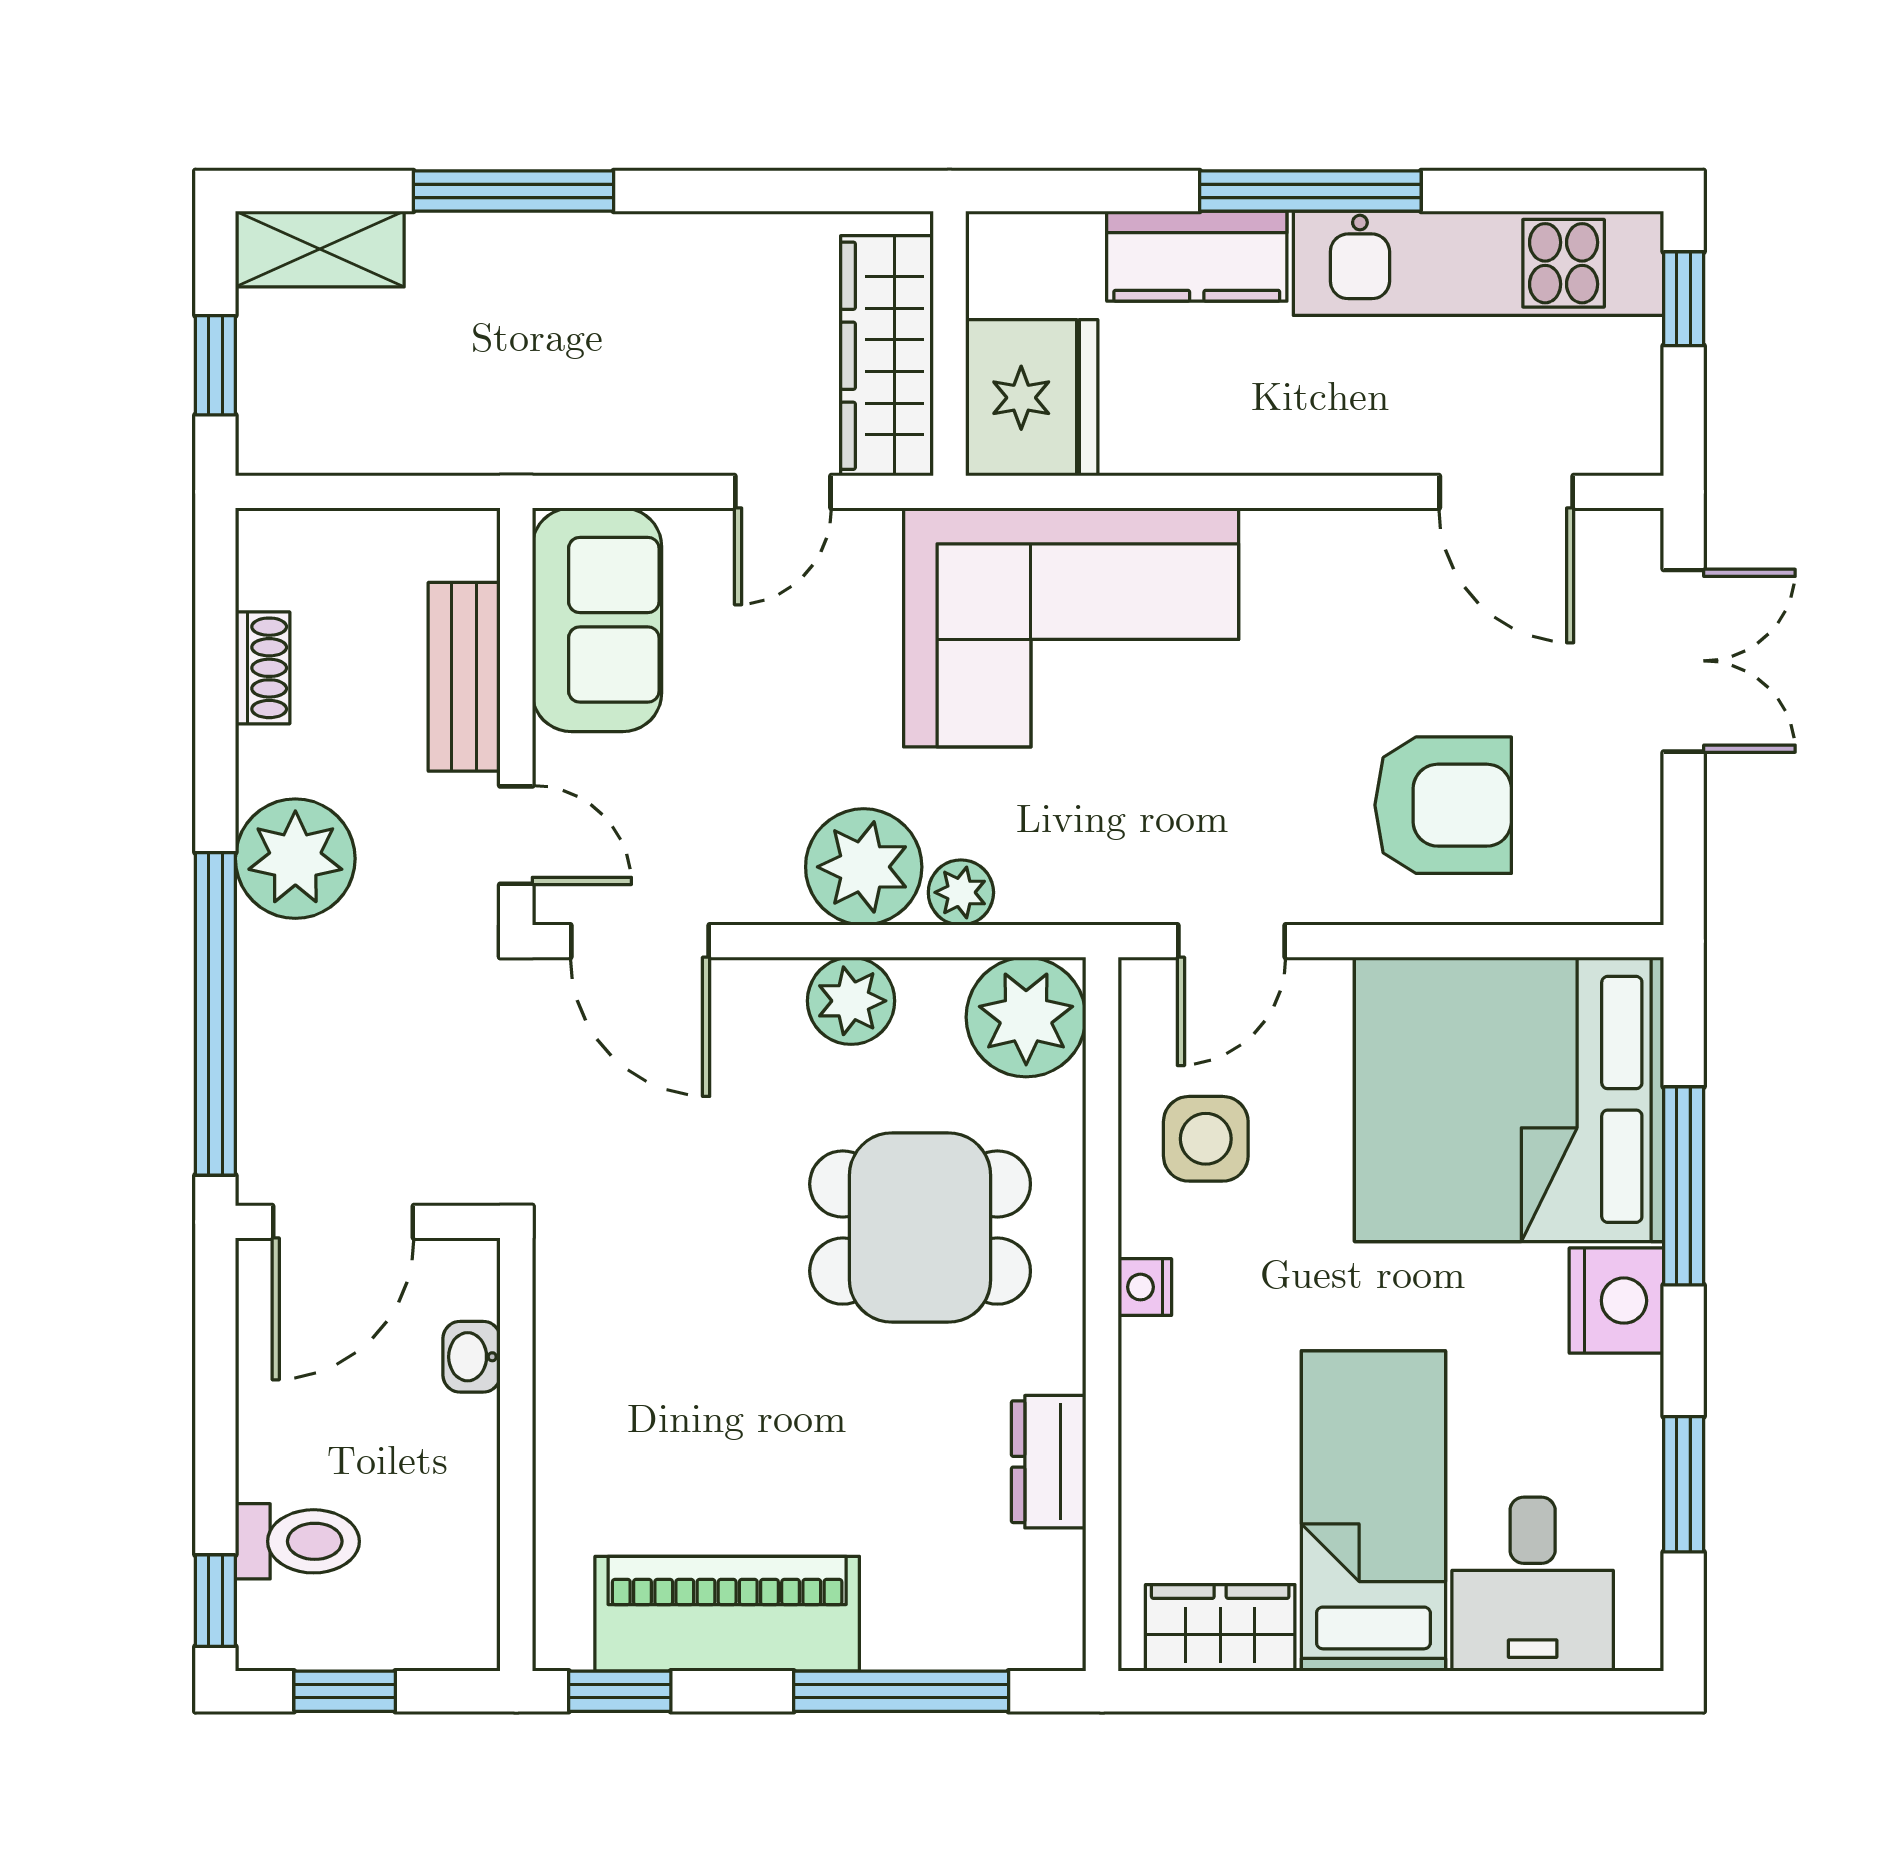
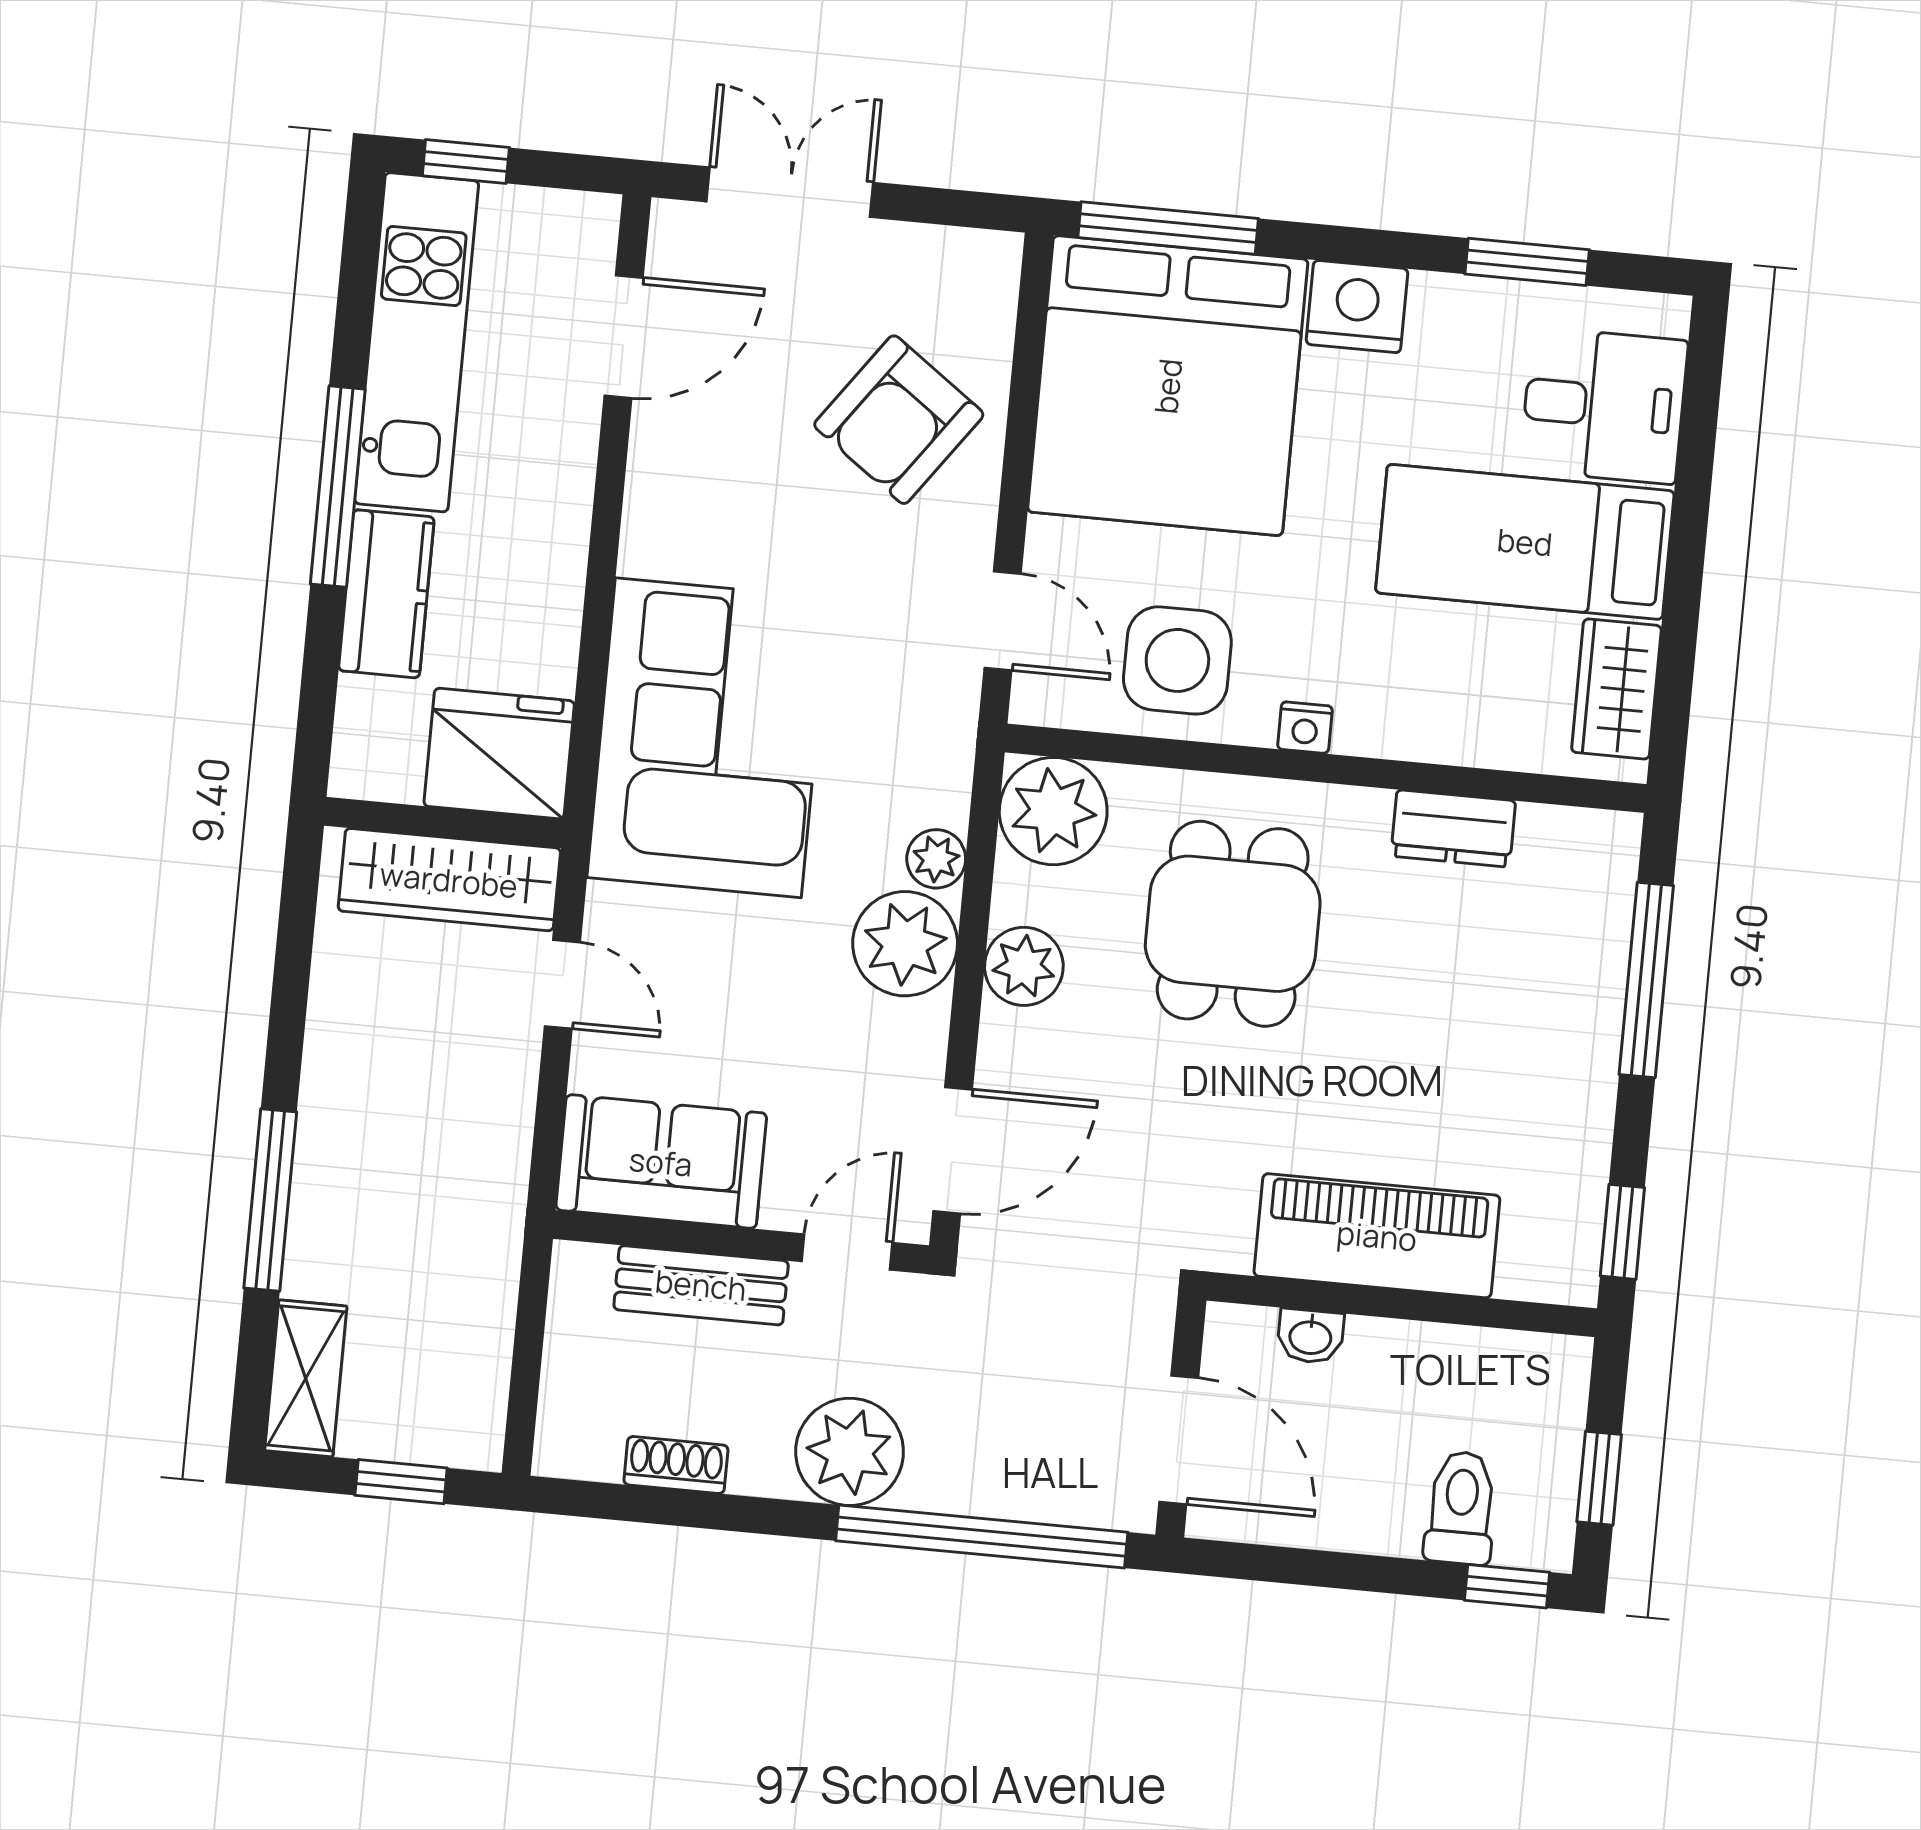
armchair: (1443, 805) -> (899, 420), turned -144
side table: (1206, 1139) -> (1177, 660), width x1.37, depth x1.37
window: (1684, 1186) -> (1168, 228), moved
piano: (727, 1614) -> (1377, 1236), moved, turned 90

